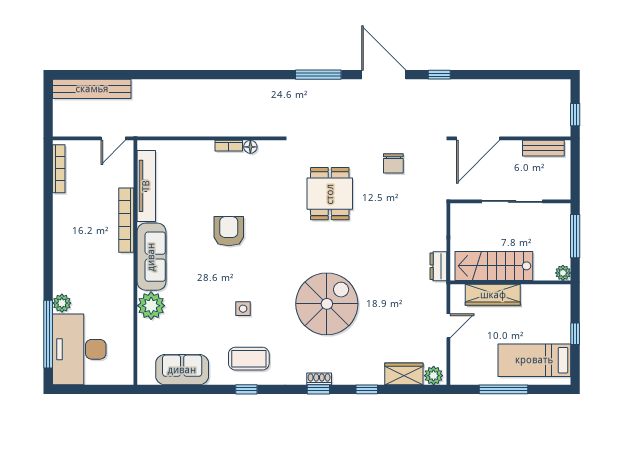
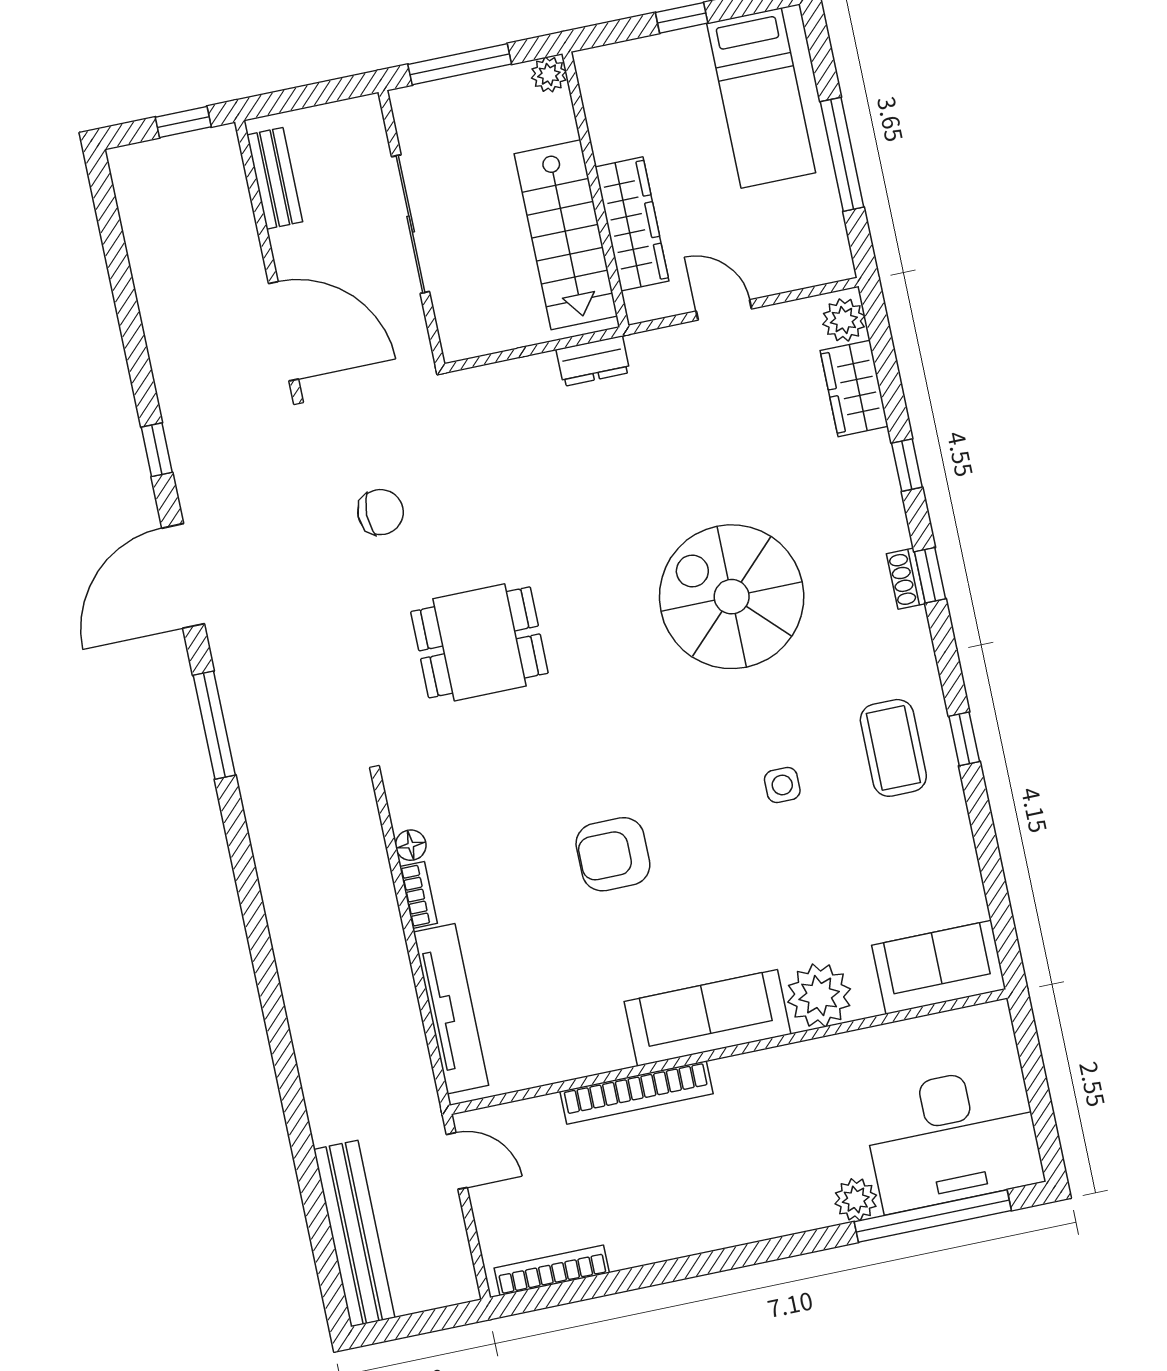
tv unit: (146, 186) -> (451, 1009), moved, turned 90
sofa: (182, 370) -> (939, 967), moved, turned 90

